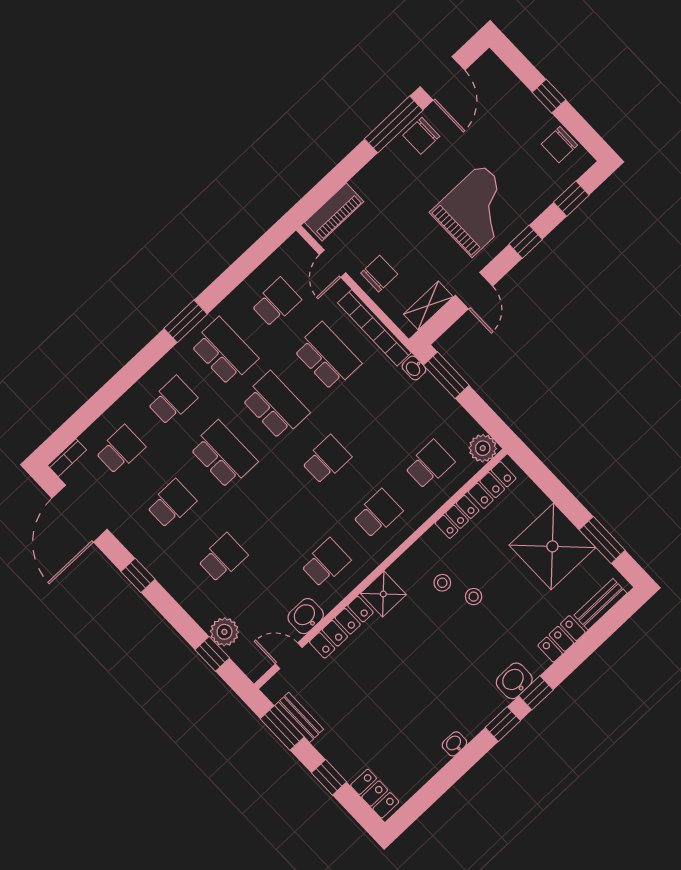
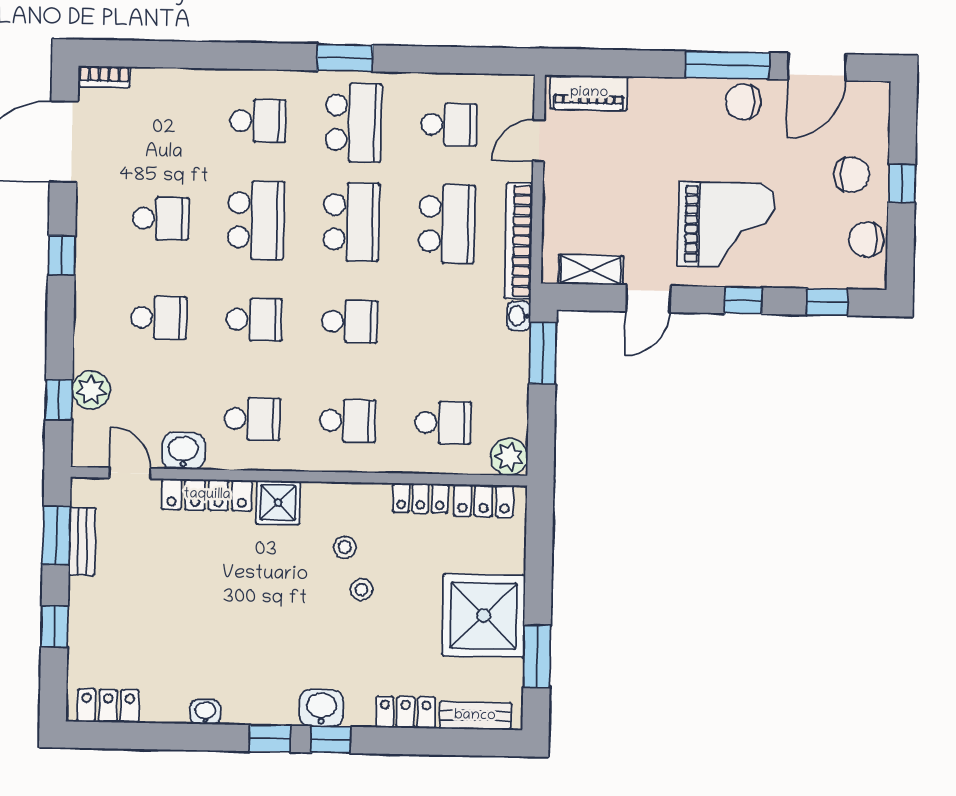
chair: (379, 274) -> (852, 175), moved
school desk: (120, 450) -> (254, 320), moved
locker: (375, 794) -> (108, 706), moved, turned -90

